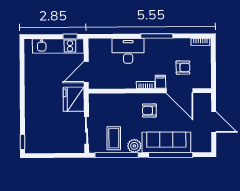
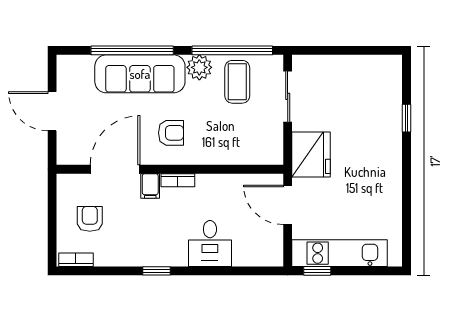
window: (157, 36) -> (157, 271), width x0.46
desk: (128, 51) -> (210, 243), width x0.73
armchair: (183, 68) -> (90, 219), moved, turned 90
door: (86, 72) -> (288, 205), swing flipped
door: (179, 91) -> (115, 169), hinge flipped
window: (22, 142) -> (407, 118), moved

